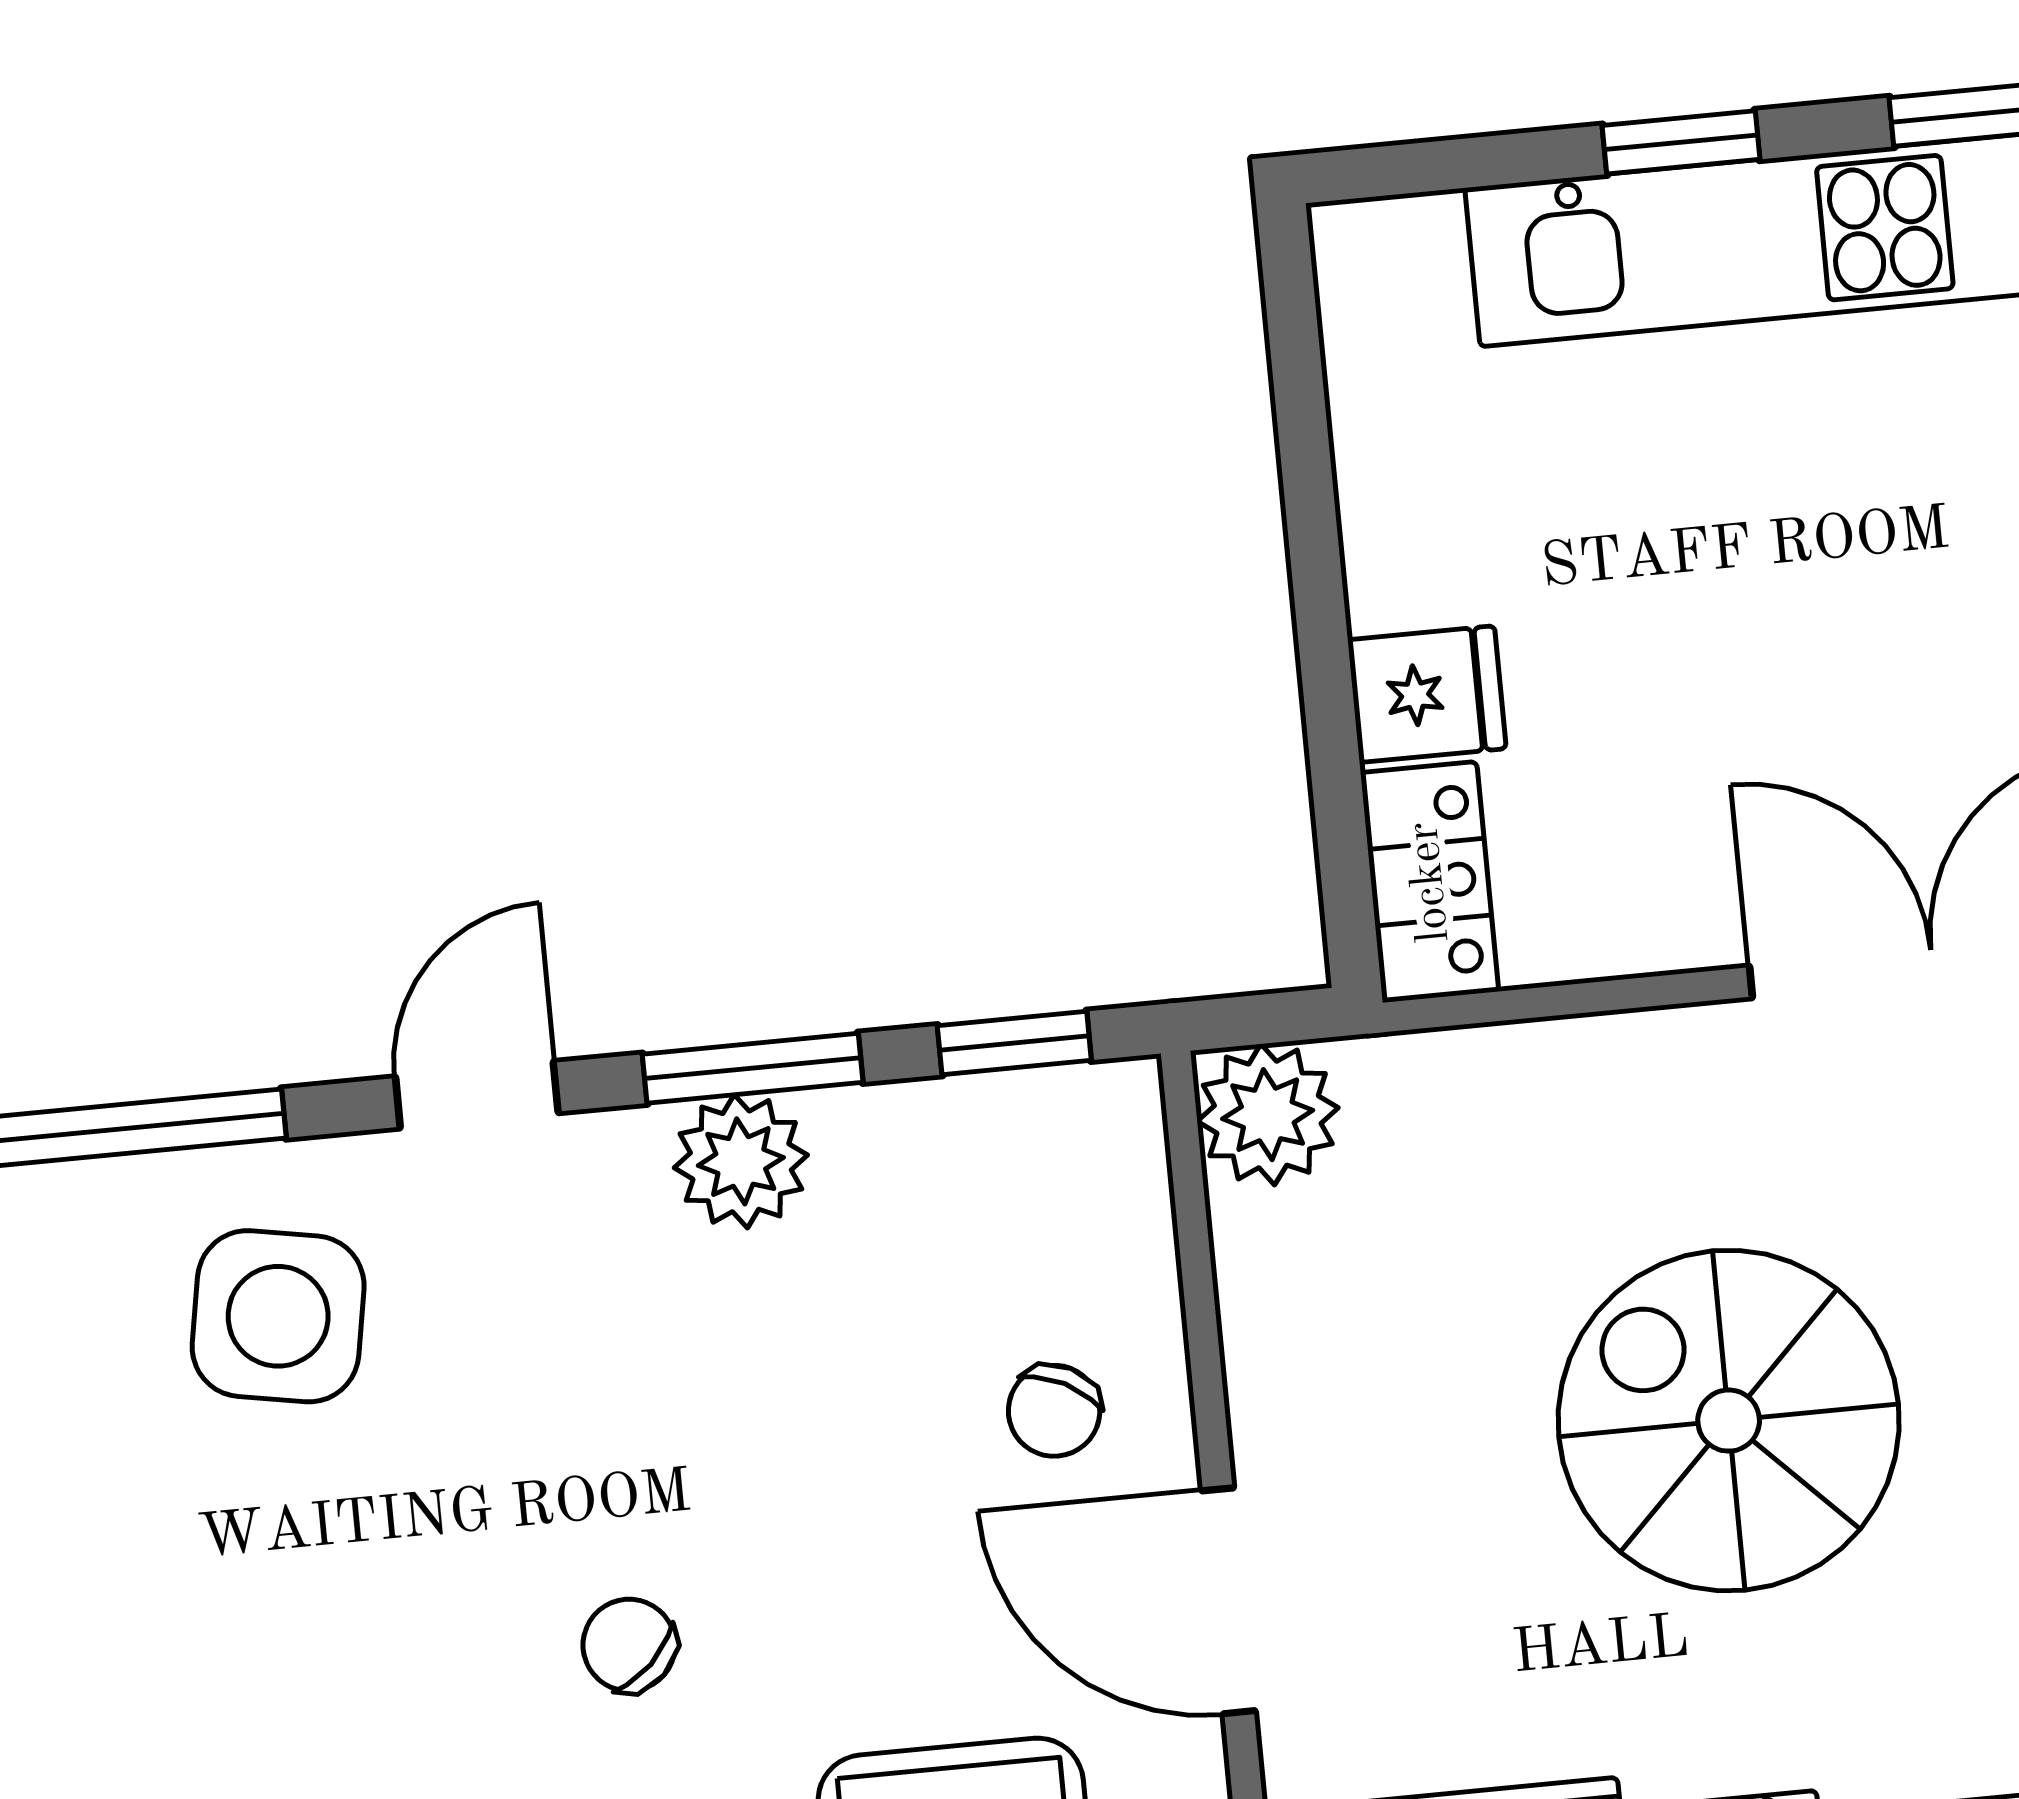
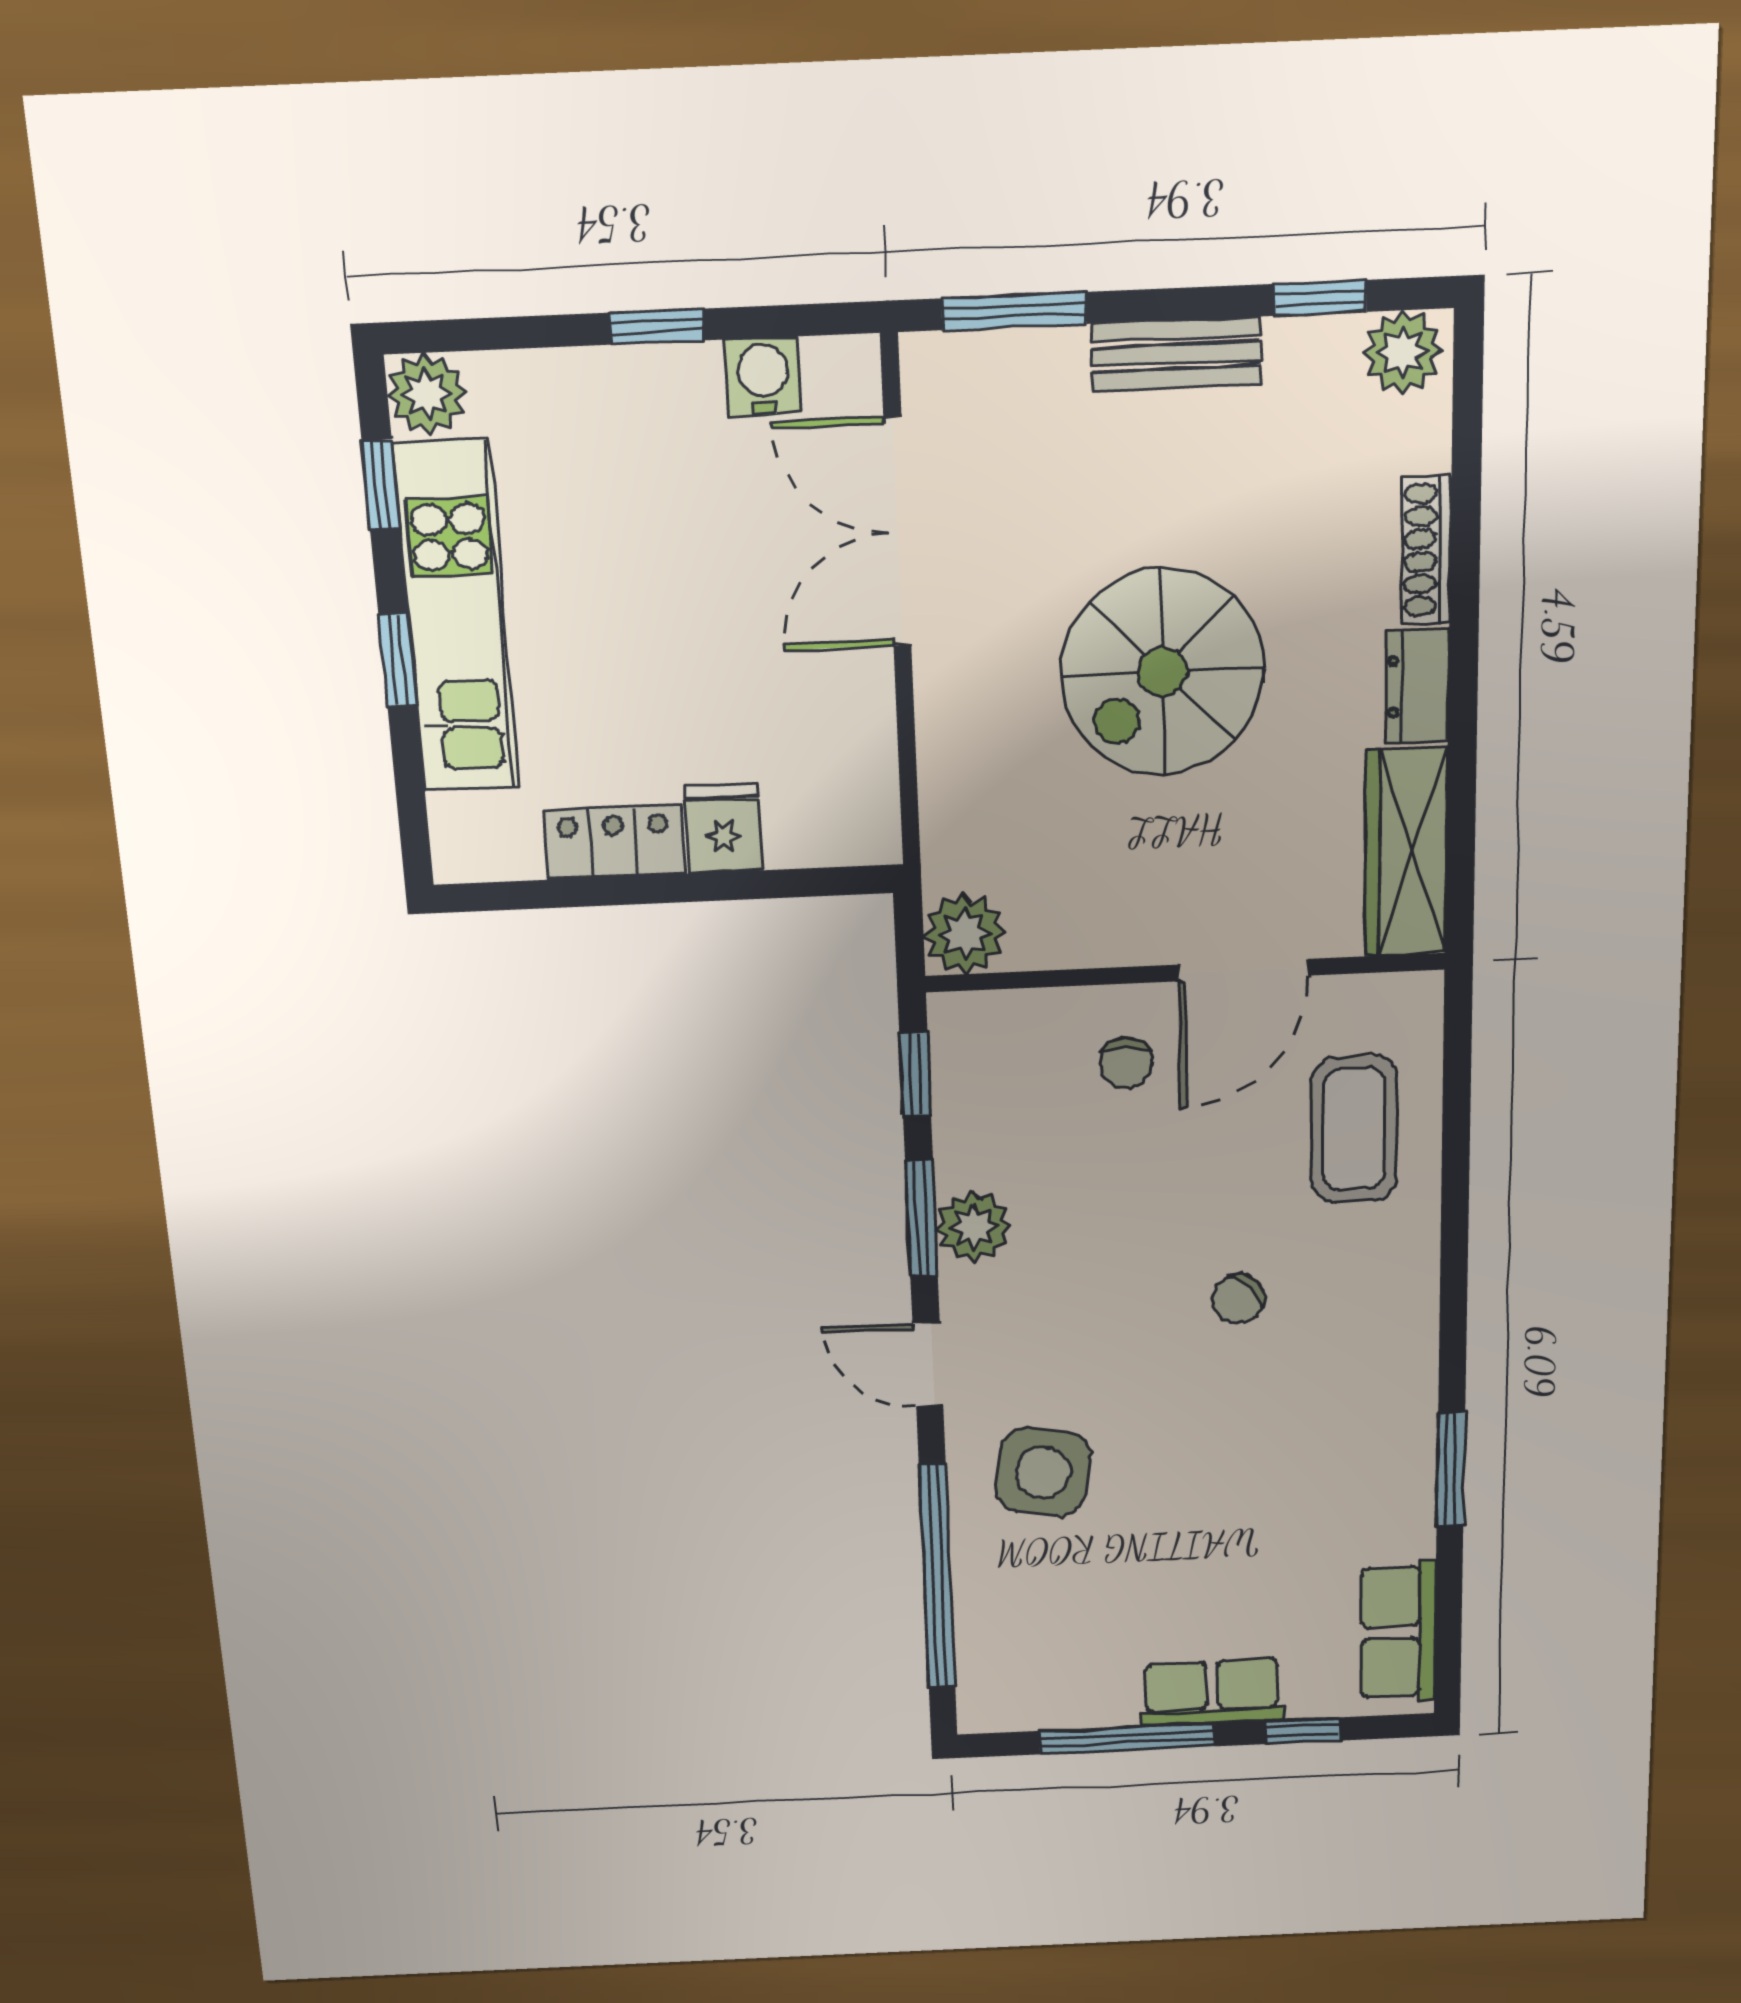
locker: (1430, 882) -> (614, 843), moved
chair: (1054, 1411) -> (1126, 1063), turned 63

